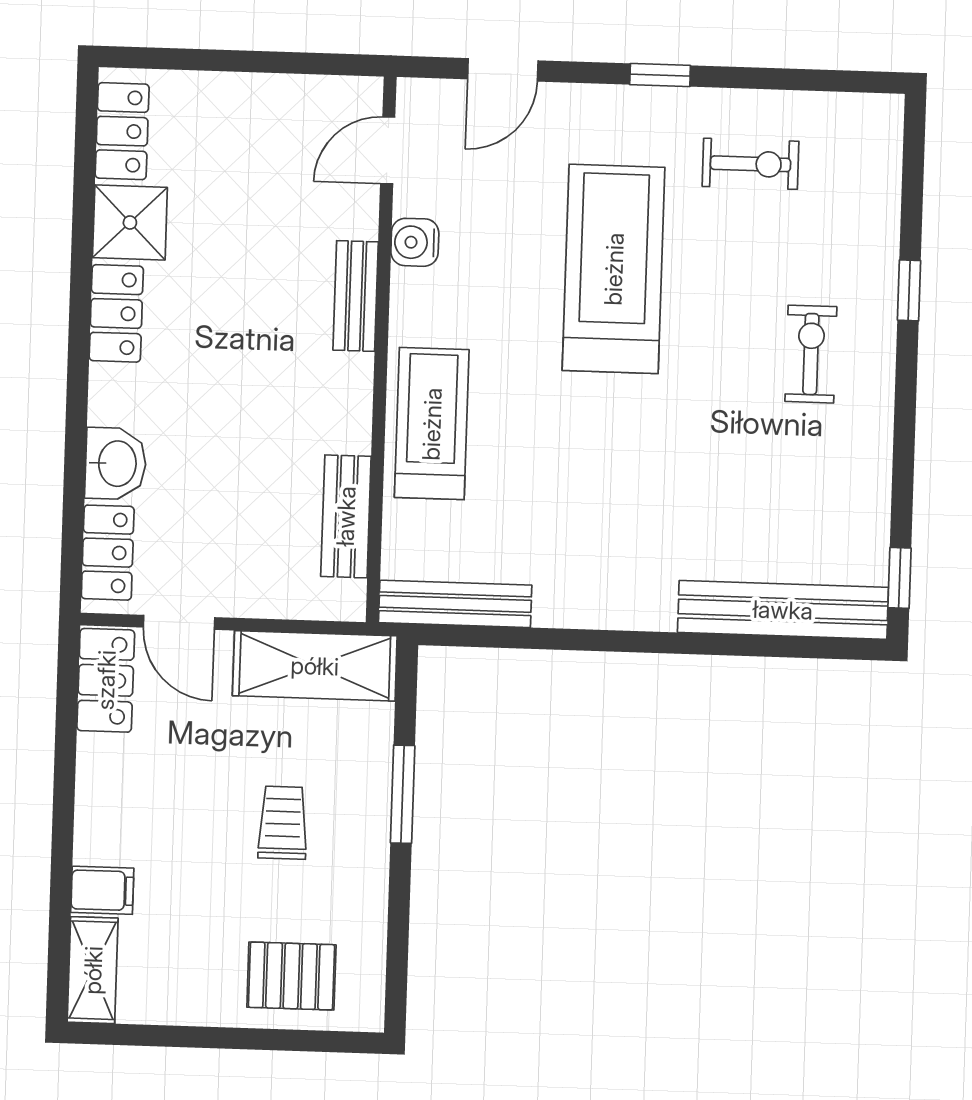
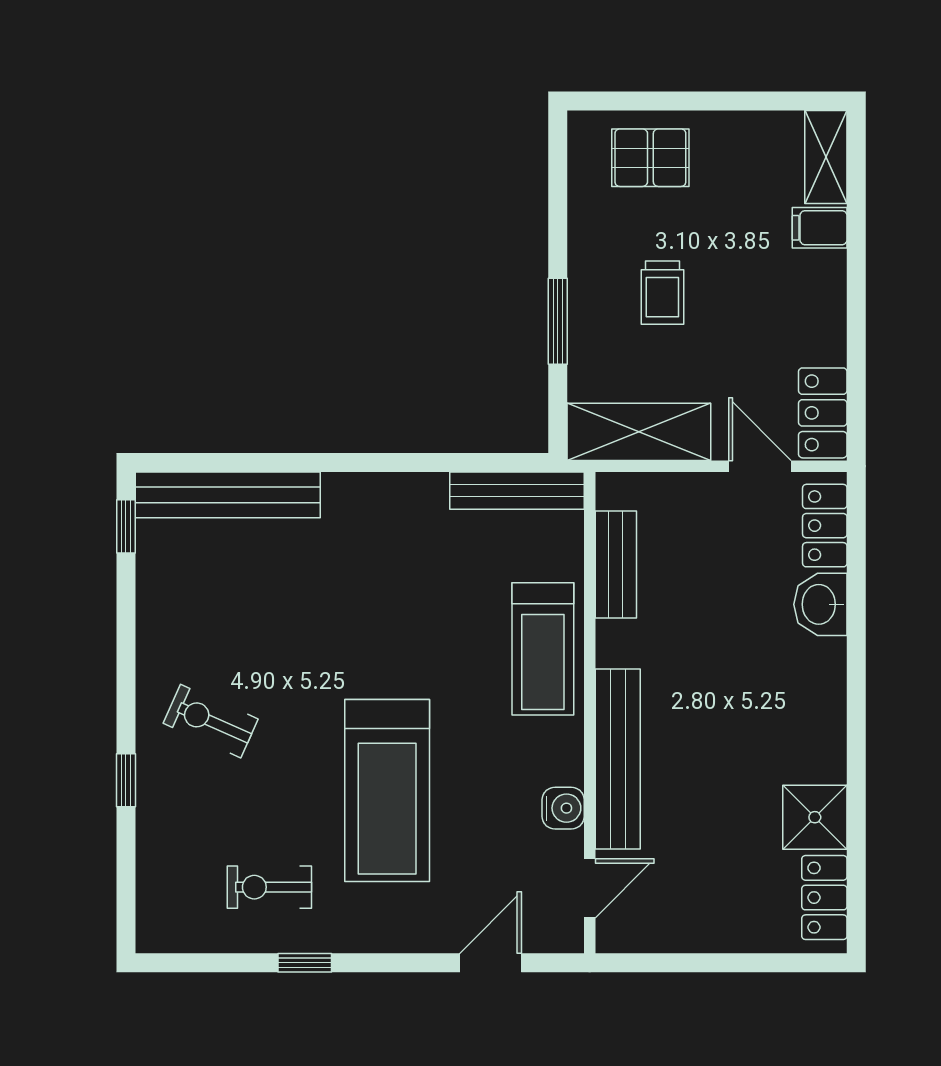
window: (660, 75) -> (305, 963), moved
bench: (356, 296) -> (618, 759), width x1.86, depth x1.21
locker: (116, 313) -> (824, 737), removed
exercise bike: (811, 354) -> (211, 721), turned 114

